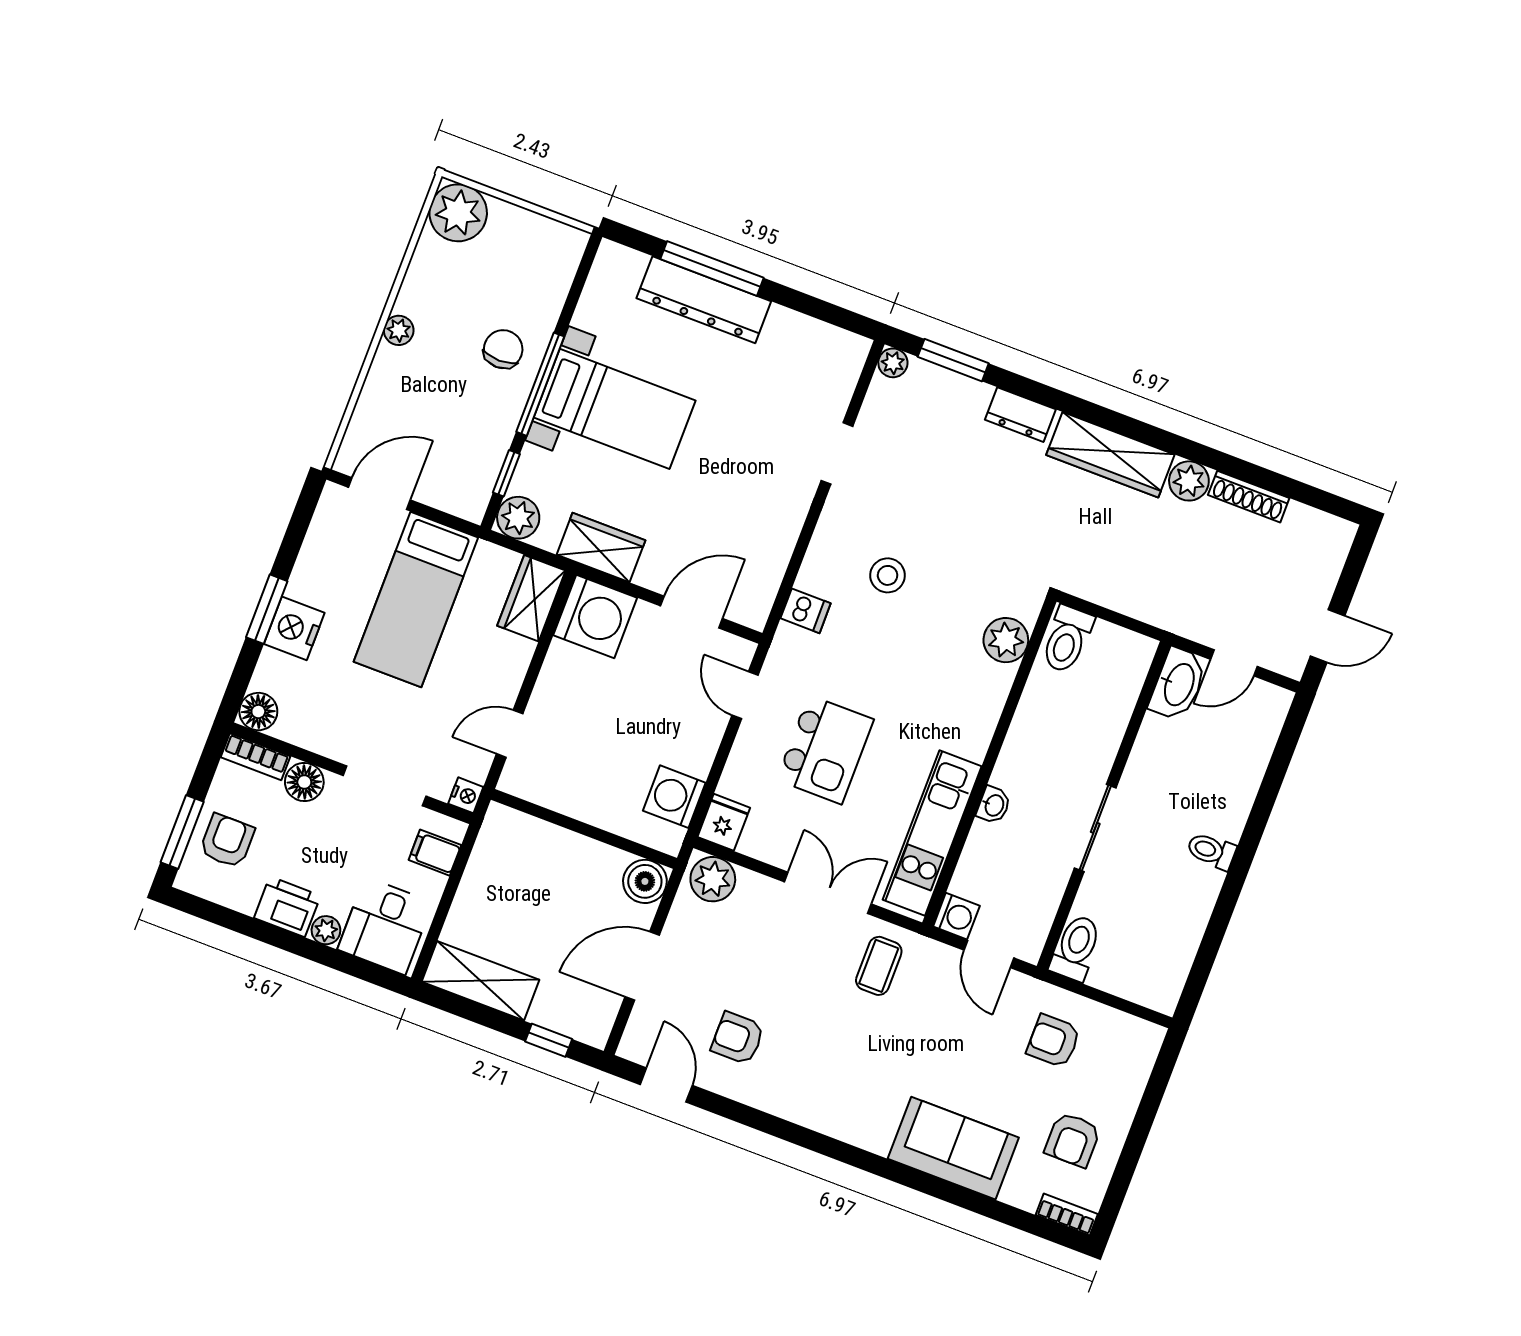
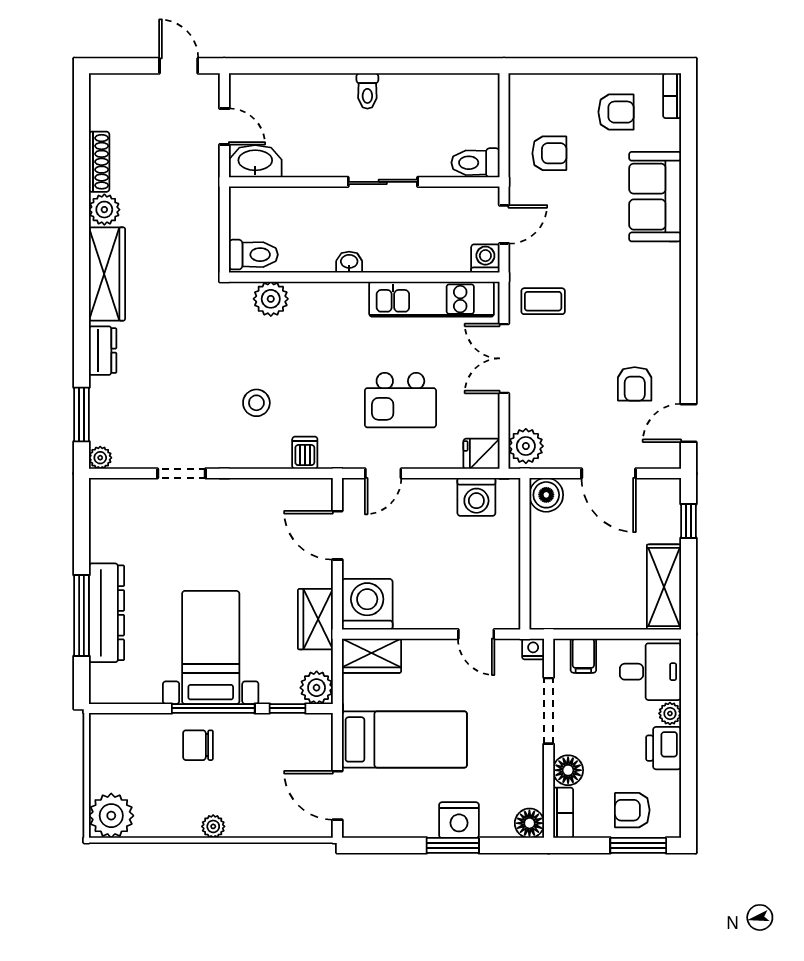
kitchen island: (825, 750) -> (400, 400), turned 180
washbasin: (994, 805) -> (349, 262), moved
armchair: (1054, 1041) -> (549, 153), turned -90

